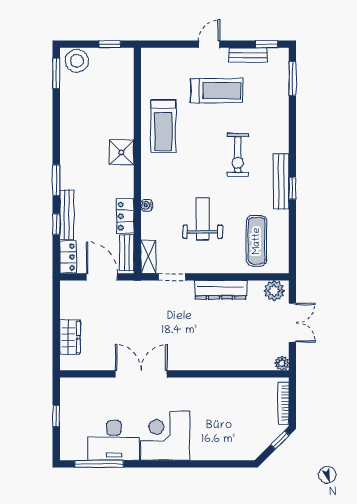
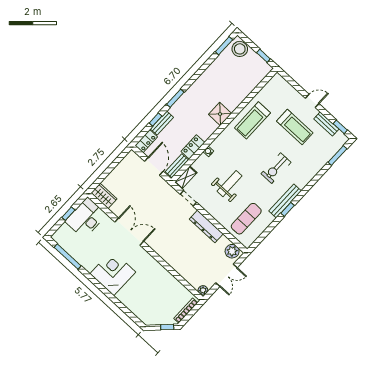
bench: (67, 215) -> (162, 123), width x0.73
wardrobe: (70, 337) -> (104, 196), moved, turned -90
desk: (114, 440) -> (86, 218), moved, turned 90

